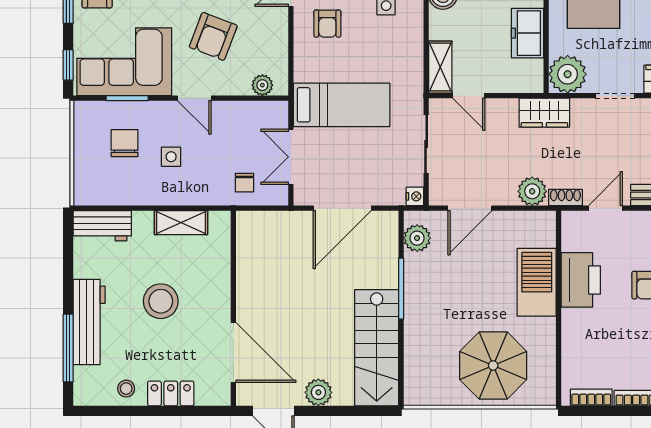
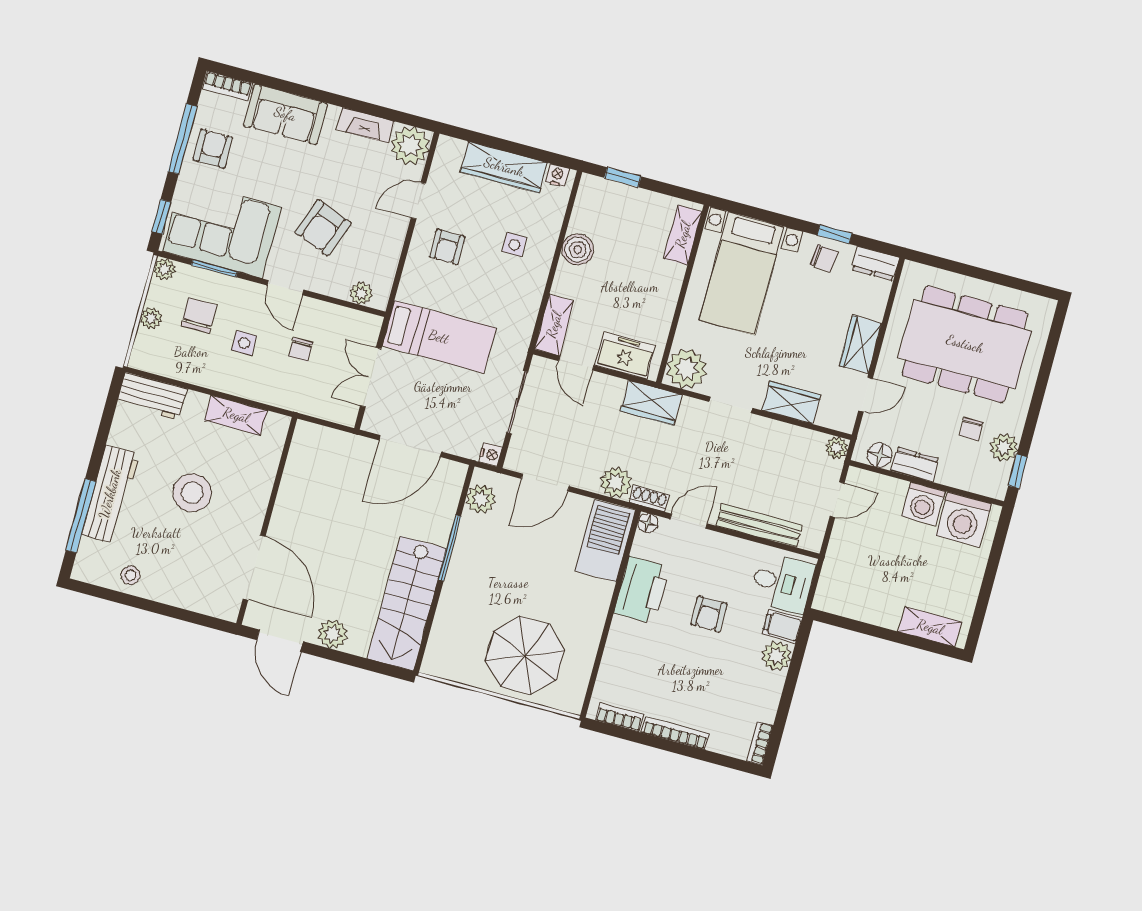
freezer: (528, 33) -> (625, 355), moved, turned 90
plant: (83, 111) -> (164, 269), added
plant: (83, 157) -> (151, 318), added
chair: (244, 183) -> (301, 349), moved
floor lamp: (570, 220) -> (648, 523), added
barbecue: (537, 282) -> (605, 541), moved
locker: (171, 394) -> (176, 593), removed

